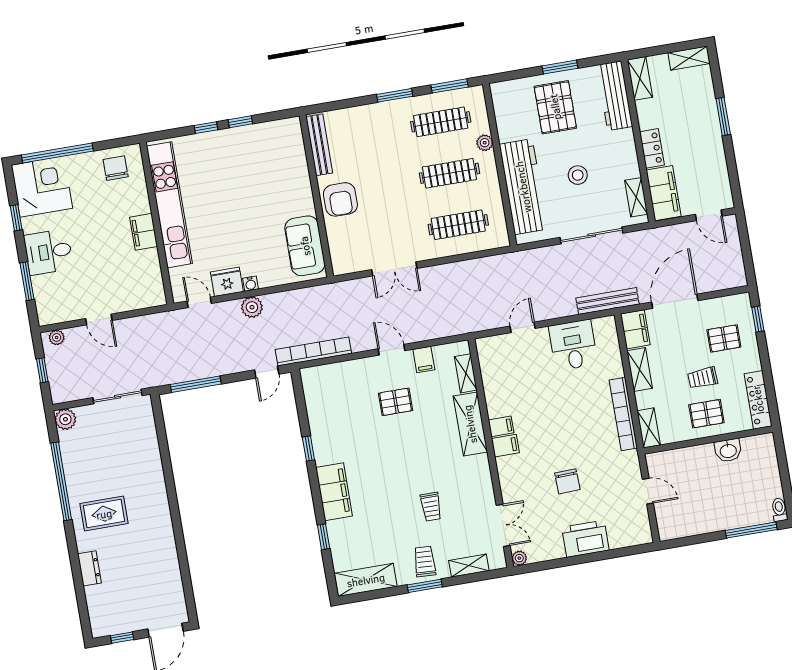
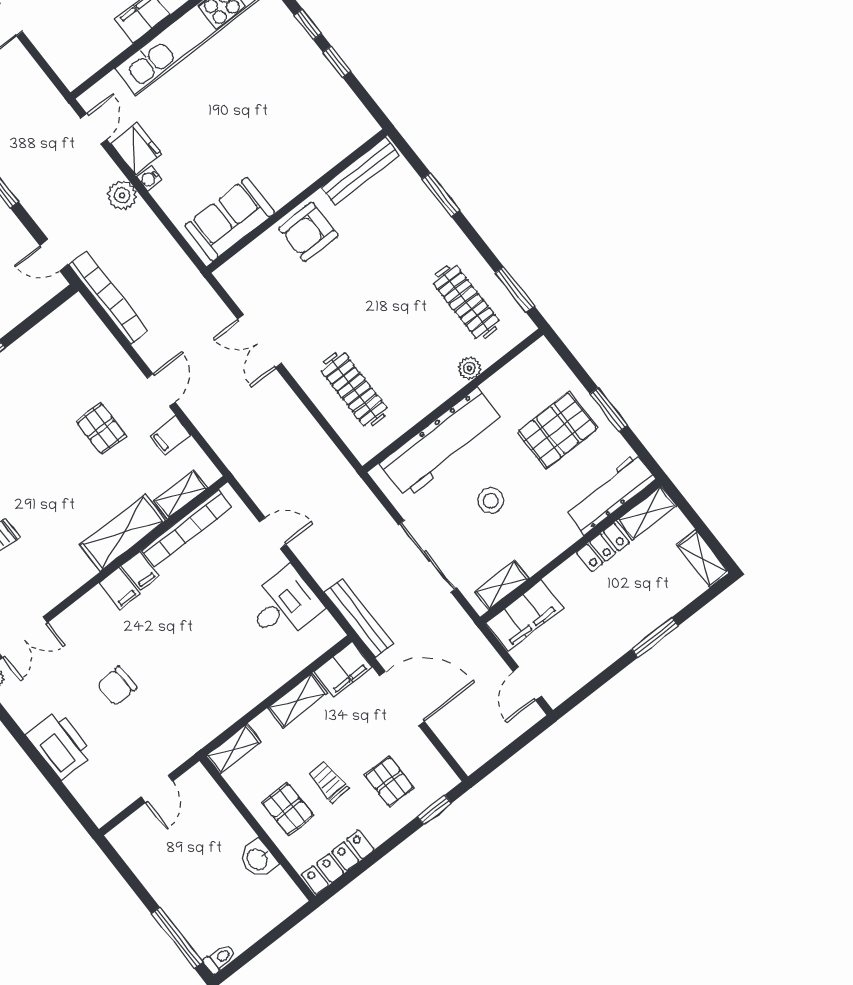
window: (395, 95) -> (441, 195), moved
locker: (652, 148) -> (603, 547), moved
clothes rail: (449, 173) -> (410, 346), removed
bookcase: (623, 414) -> (187, 528), moved, turned 180

